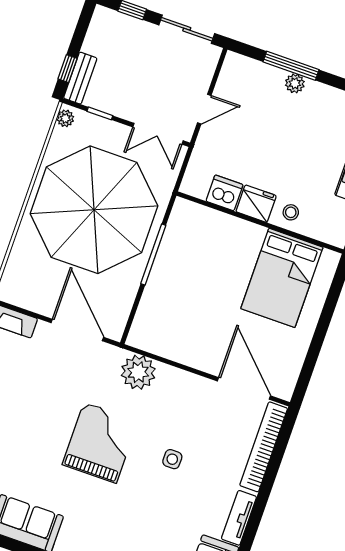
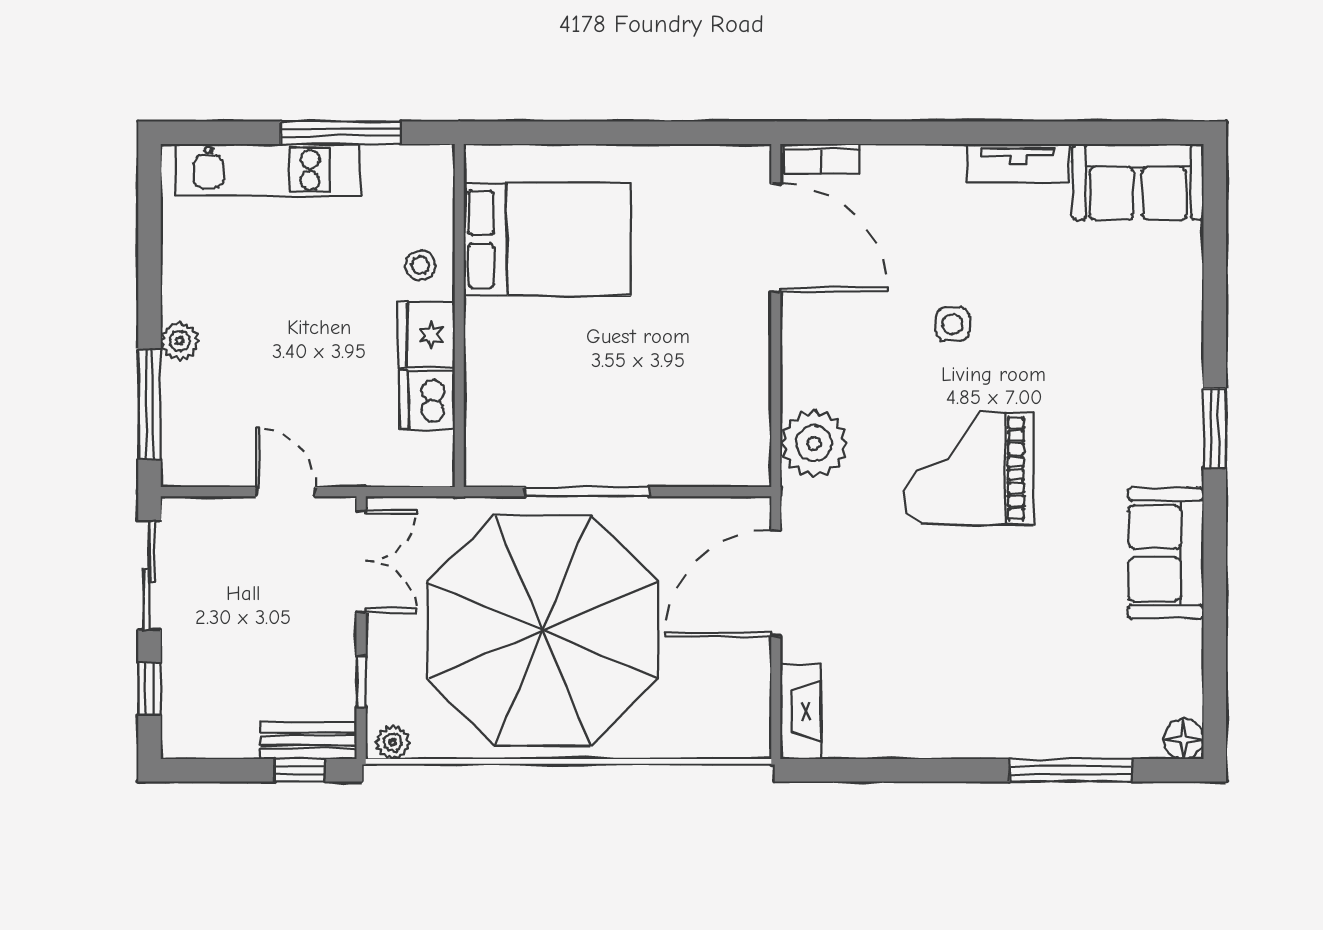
window: (291, 66) -> (149, 404), moved
door: (244, 388) -> (776, 238), swing flipped
bookcase: (264, 447) -> (821, 159), width x0.43, depth x0.76

